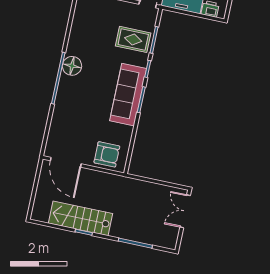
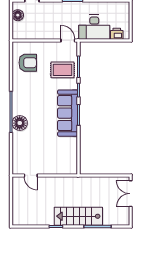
floor lamp: (72, 66) -> (20, 123), moved
armchair: (107, 154) -> (28, 63), moved
door: (66, 162) -> (31, 175), width x0.53
stairs: (81, 218) -> (78, 216), moved

